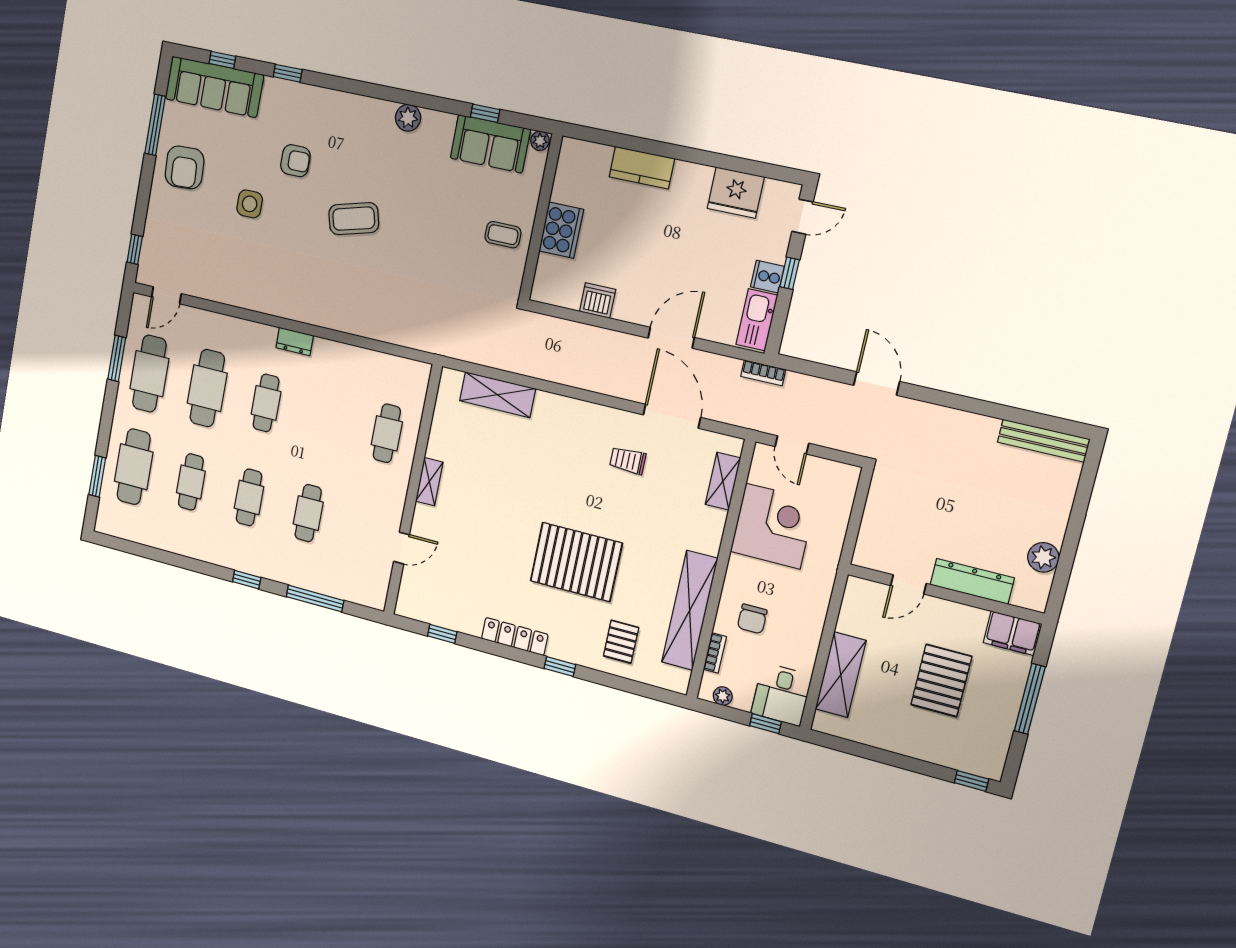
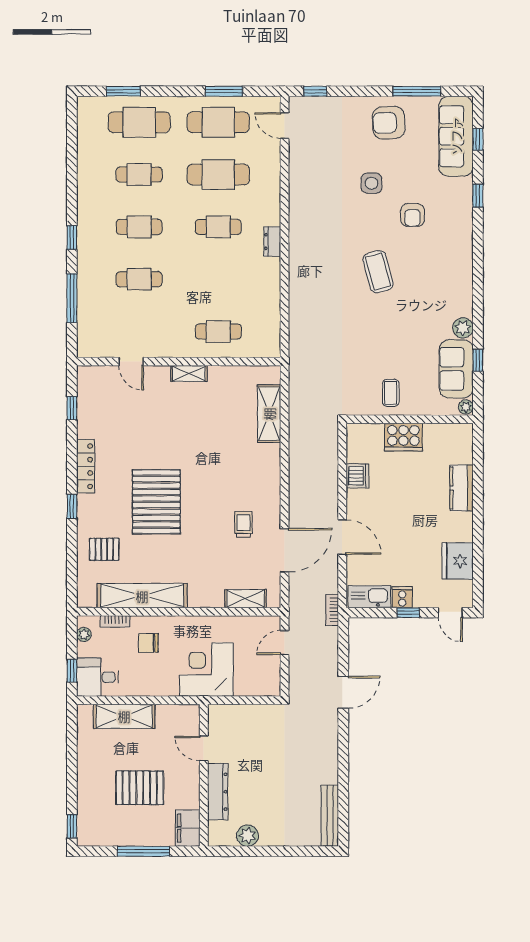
plant: (408, 118) -> (463, 328), moved
corner desk: (773, 526) -> (206, 669), moved, turned 180

